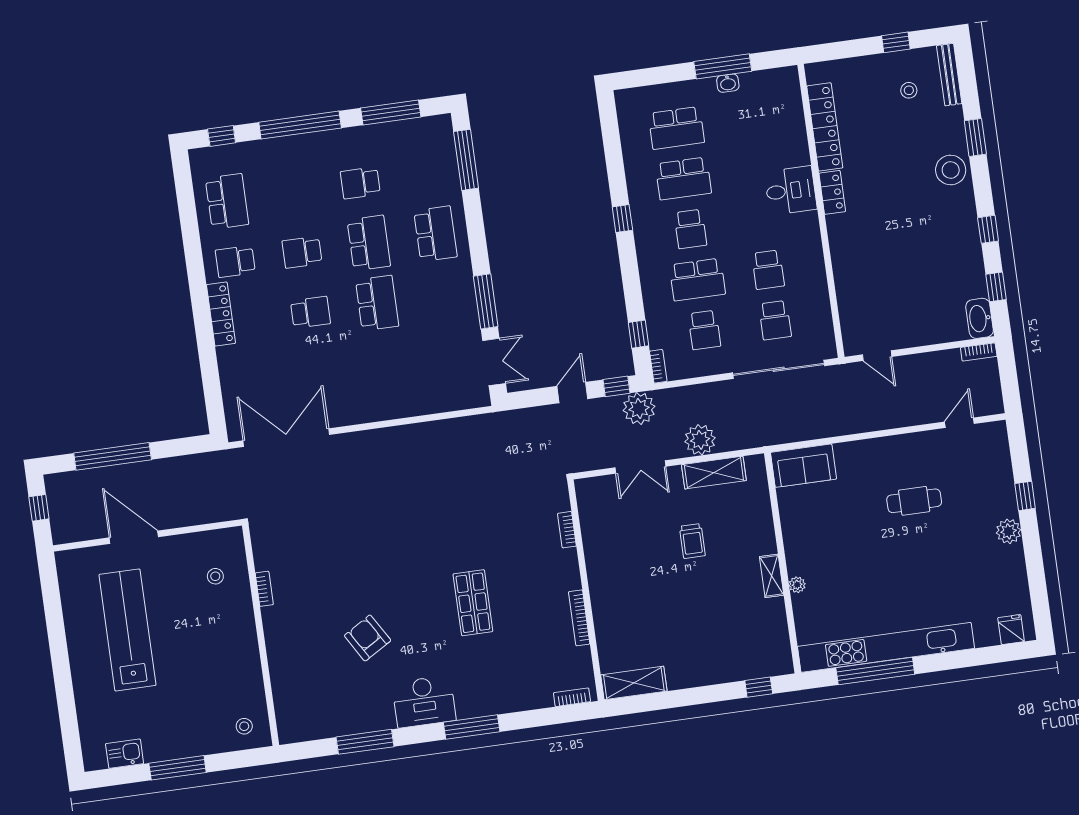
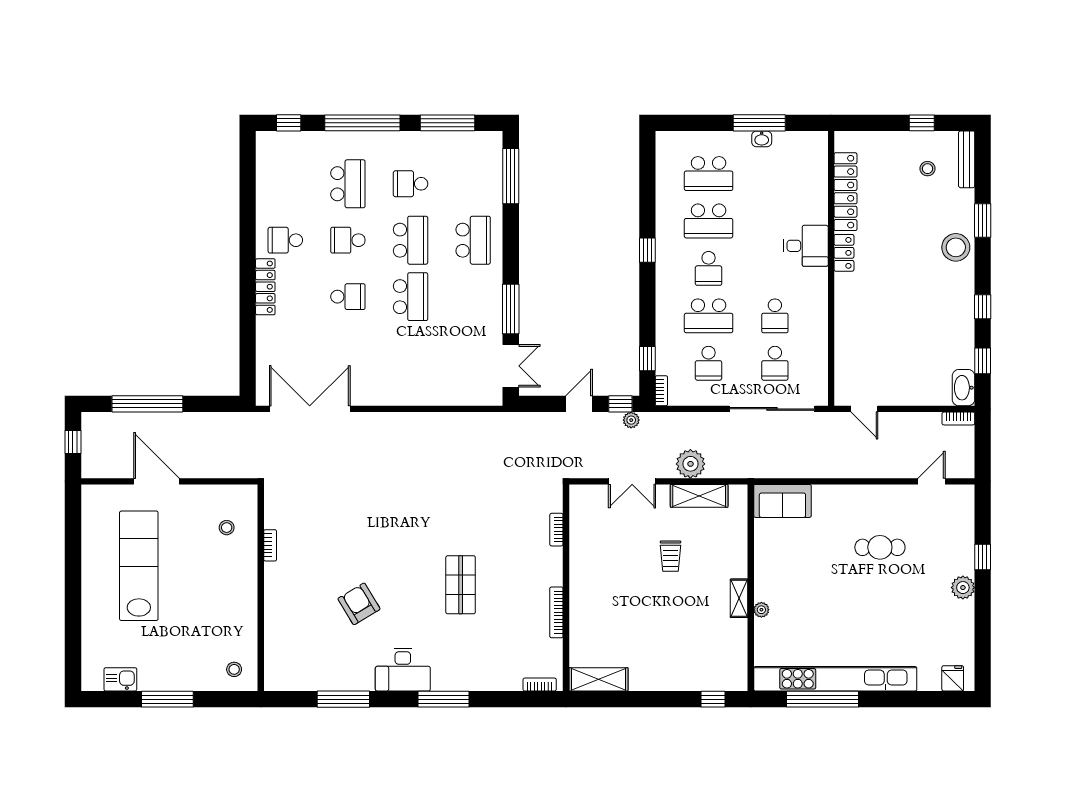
school desk: (227, 201) -> (348, 184), moved
plant: (639, 408) -> (631, 420), width x0.53, depth x0.53

